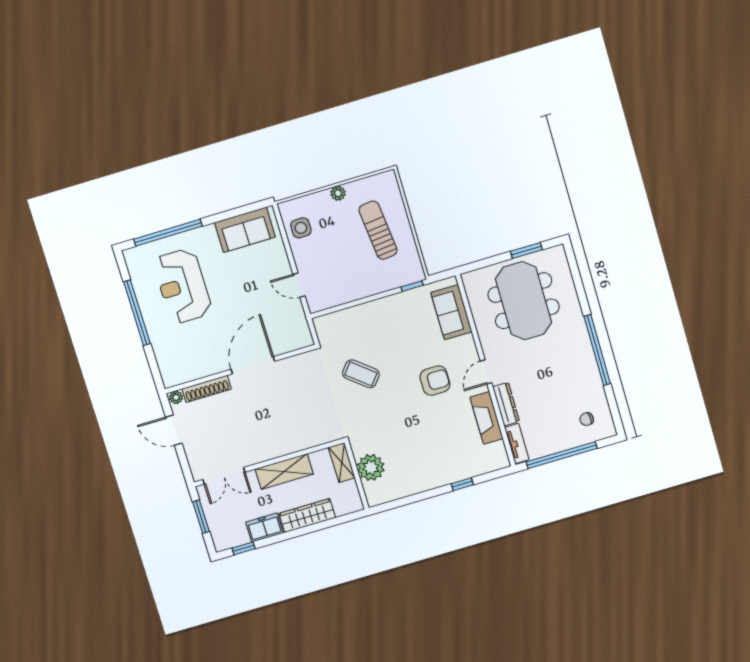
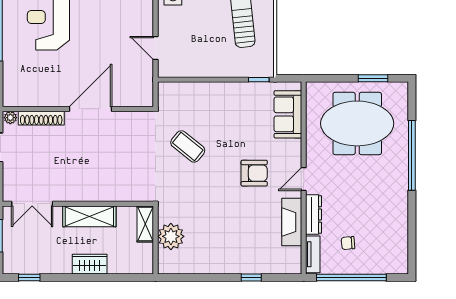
meeting table: (524, 301) -> (357, 123), turned 90
window: (597, 350) -> (412, 155), moved
chair: (587, 419) -> (348, 243), moved
wardrobe: (307, 515) -> (90, 264), width x0.67
freezer: (264, 528) -> (55, 264), removed

